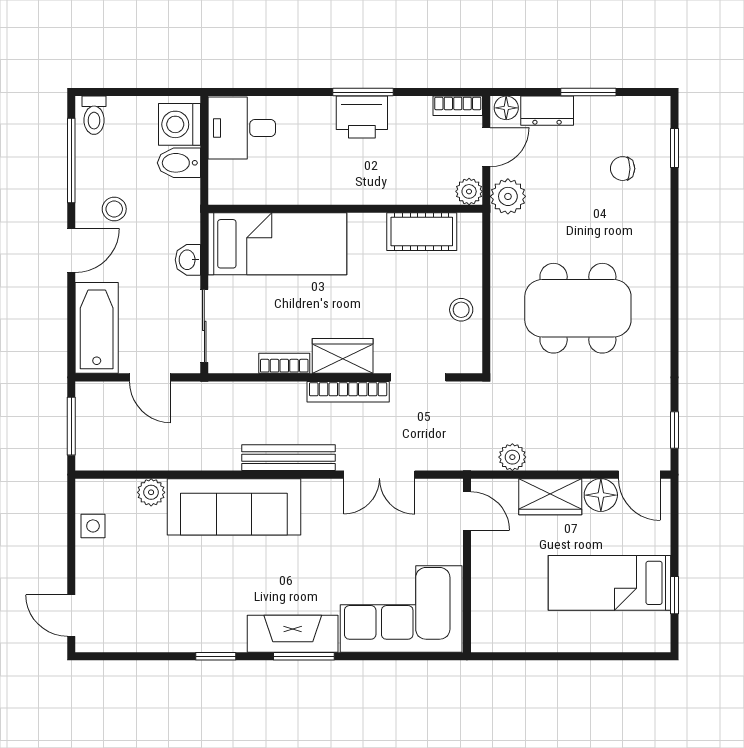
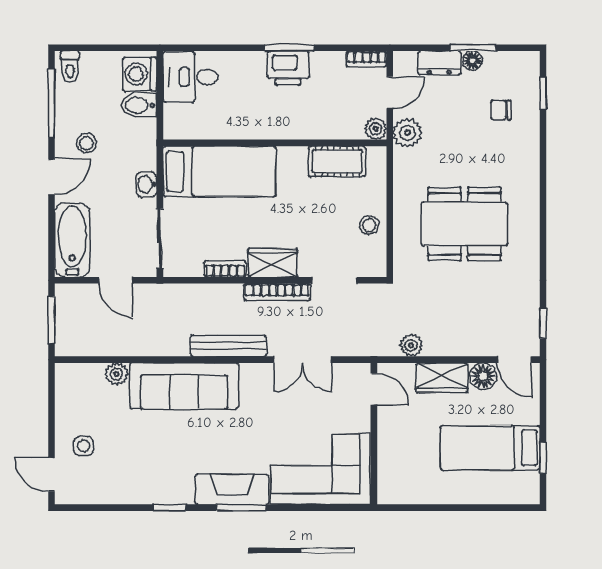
floor lamp: (506, 108) -> (472, 61), moved
side table: (93, 526) -> (84, 446), moved

